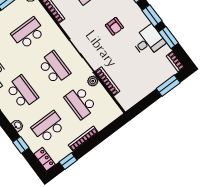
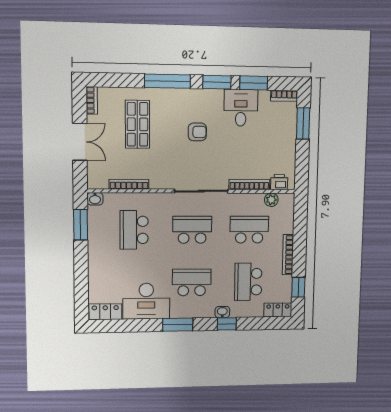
plant: (93, 81) -> (271, 200), moved
printer: (123, 98) -> (279, 182), added
school desk: (80, 103) -> (249, 230), turned 180
window: (21, 145) -> (227, 324), moved

